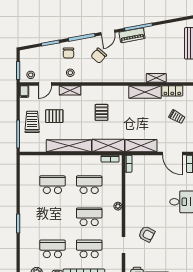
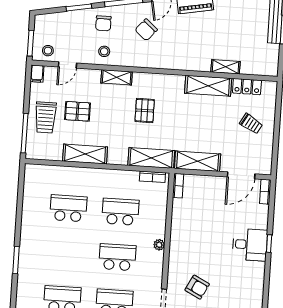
shelving: (70, 90) -> (117, 77), moved
trolley: (32, 122) -> (46, 117), turned 180
shelving: (69, 146) -> (85, 154), width x0.68
door: (172, 154) -> (241, 175), hinge flipped

